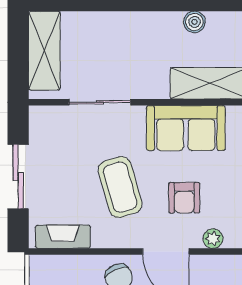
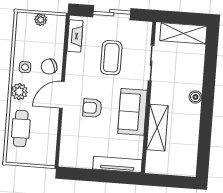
boiler: (194, 22) -> (195, 97), moved
coffee table: (120, 187) -> (111, 58), moved, turned -74
plant: (213, 239) -> (67, 123), removed

